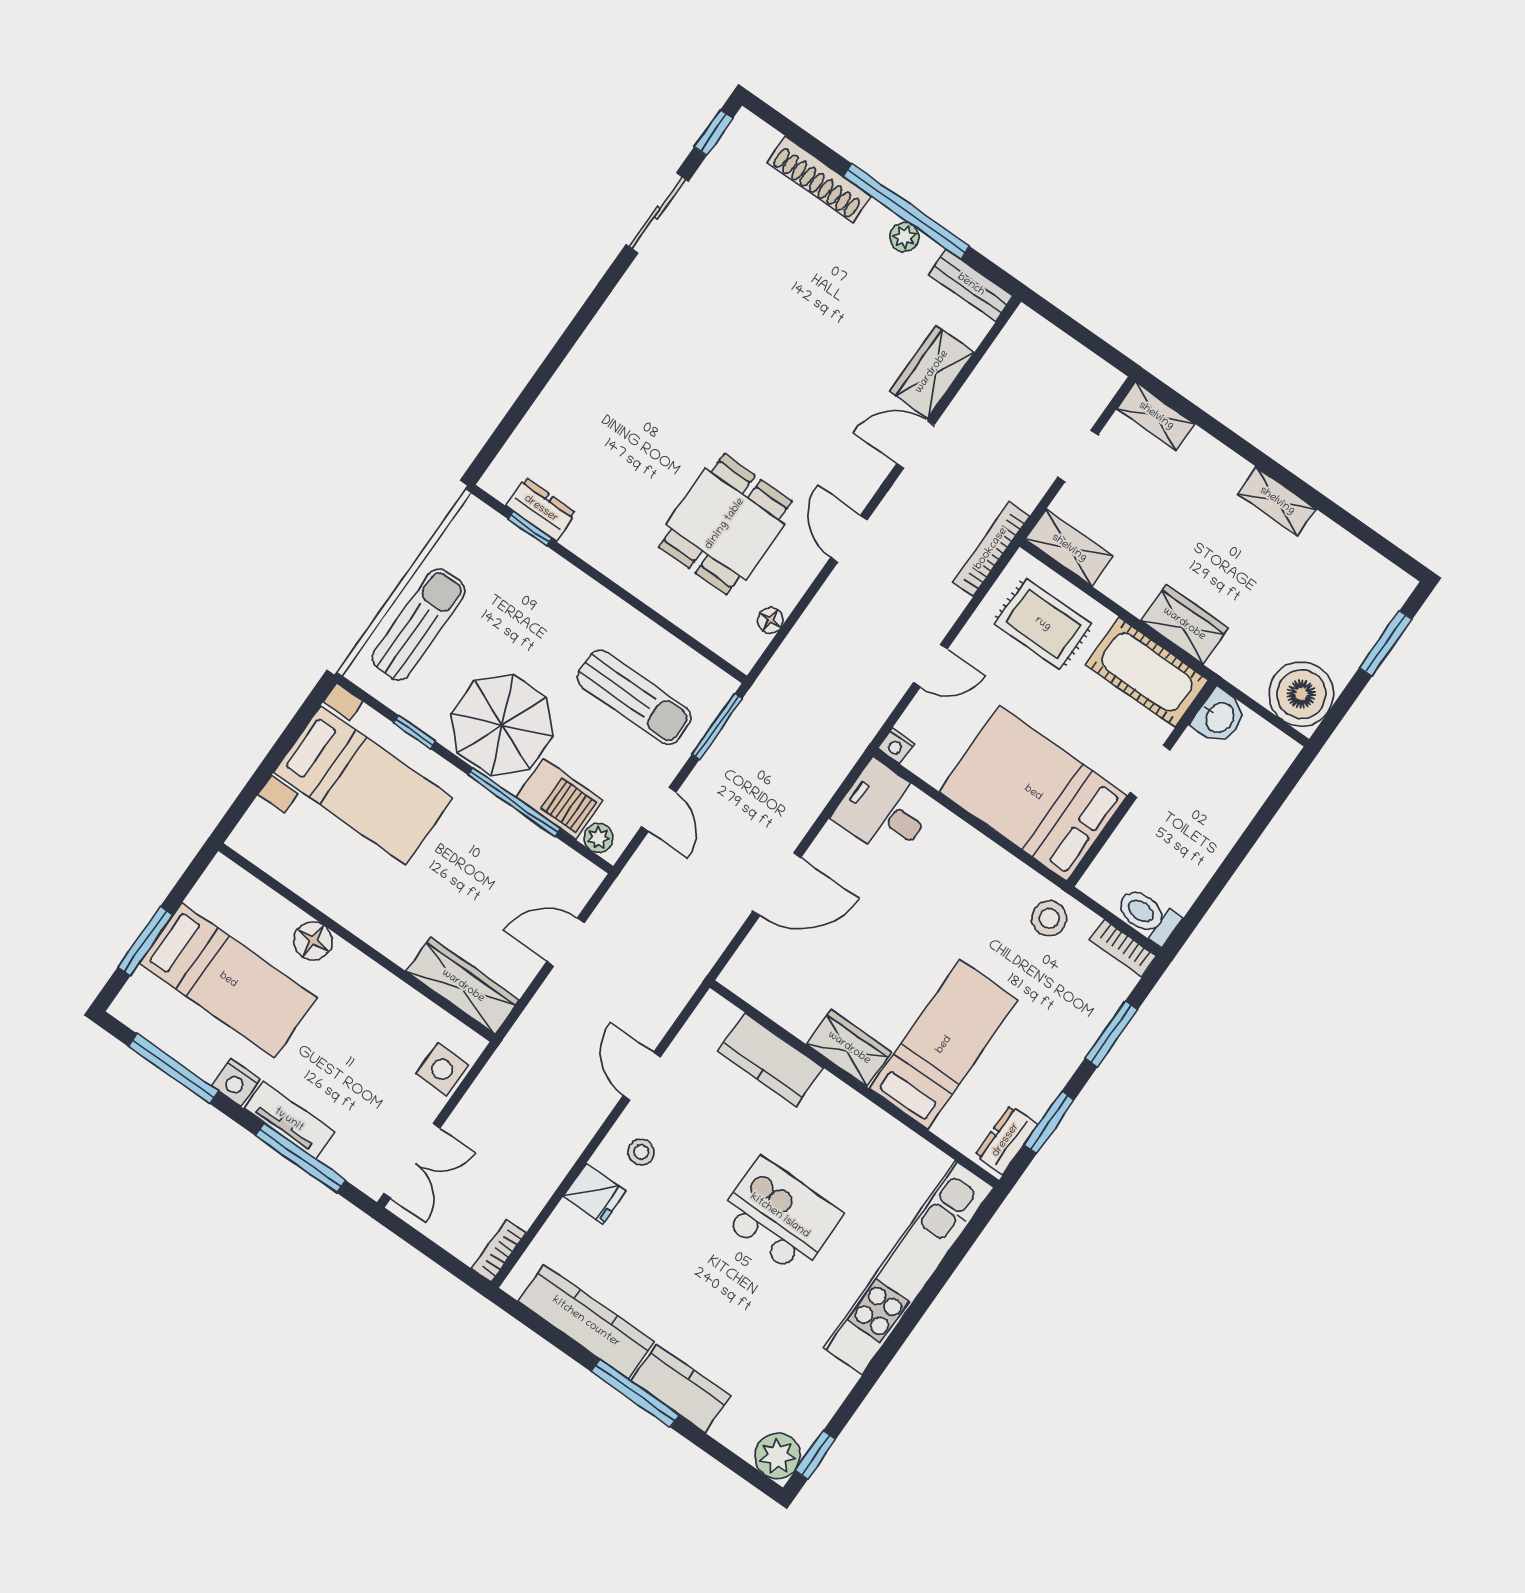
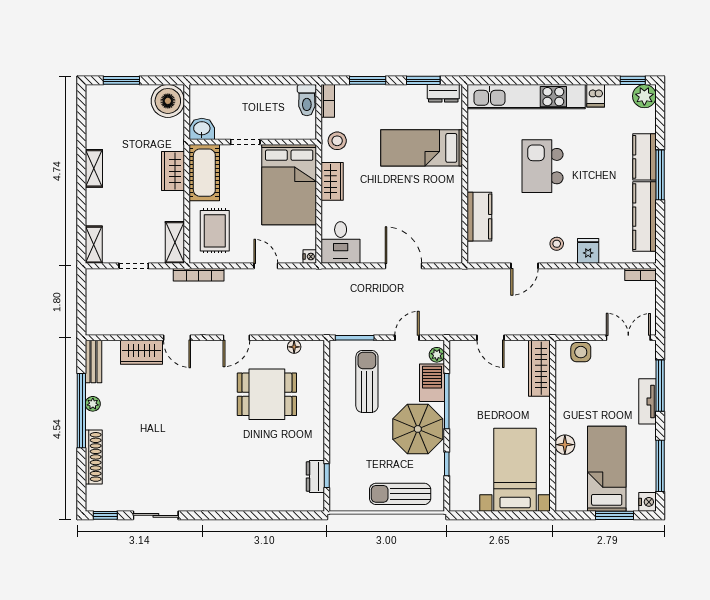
bed with nightstands: (363, 785) -> (515, 470), moved
wardrobe: (849, 1048) -> (332, 181), moved, turned 180
nightstand: (236, 1083) -> (647, 502), moved
dishwasher: (833, 1379) -> (596, 96), added

